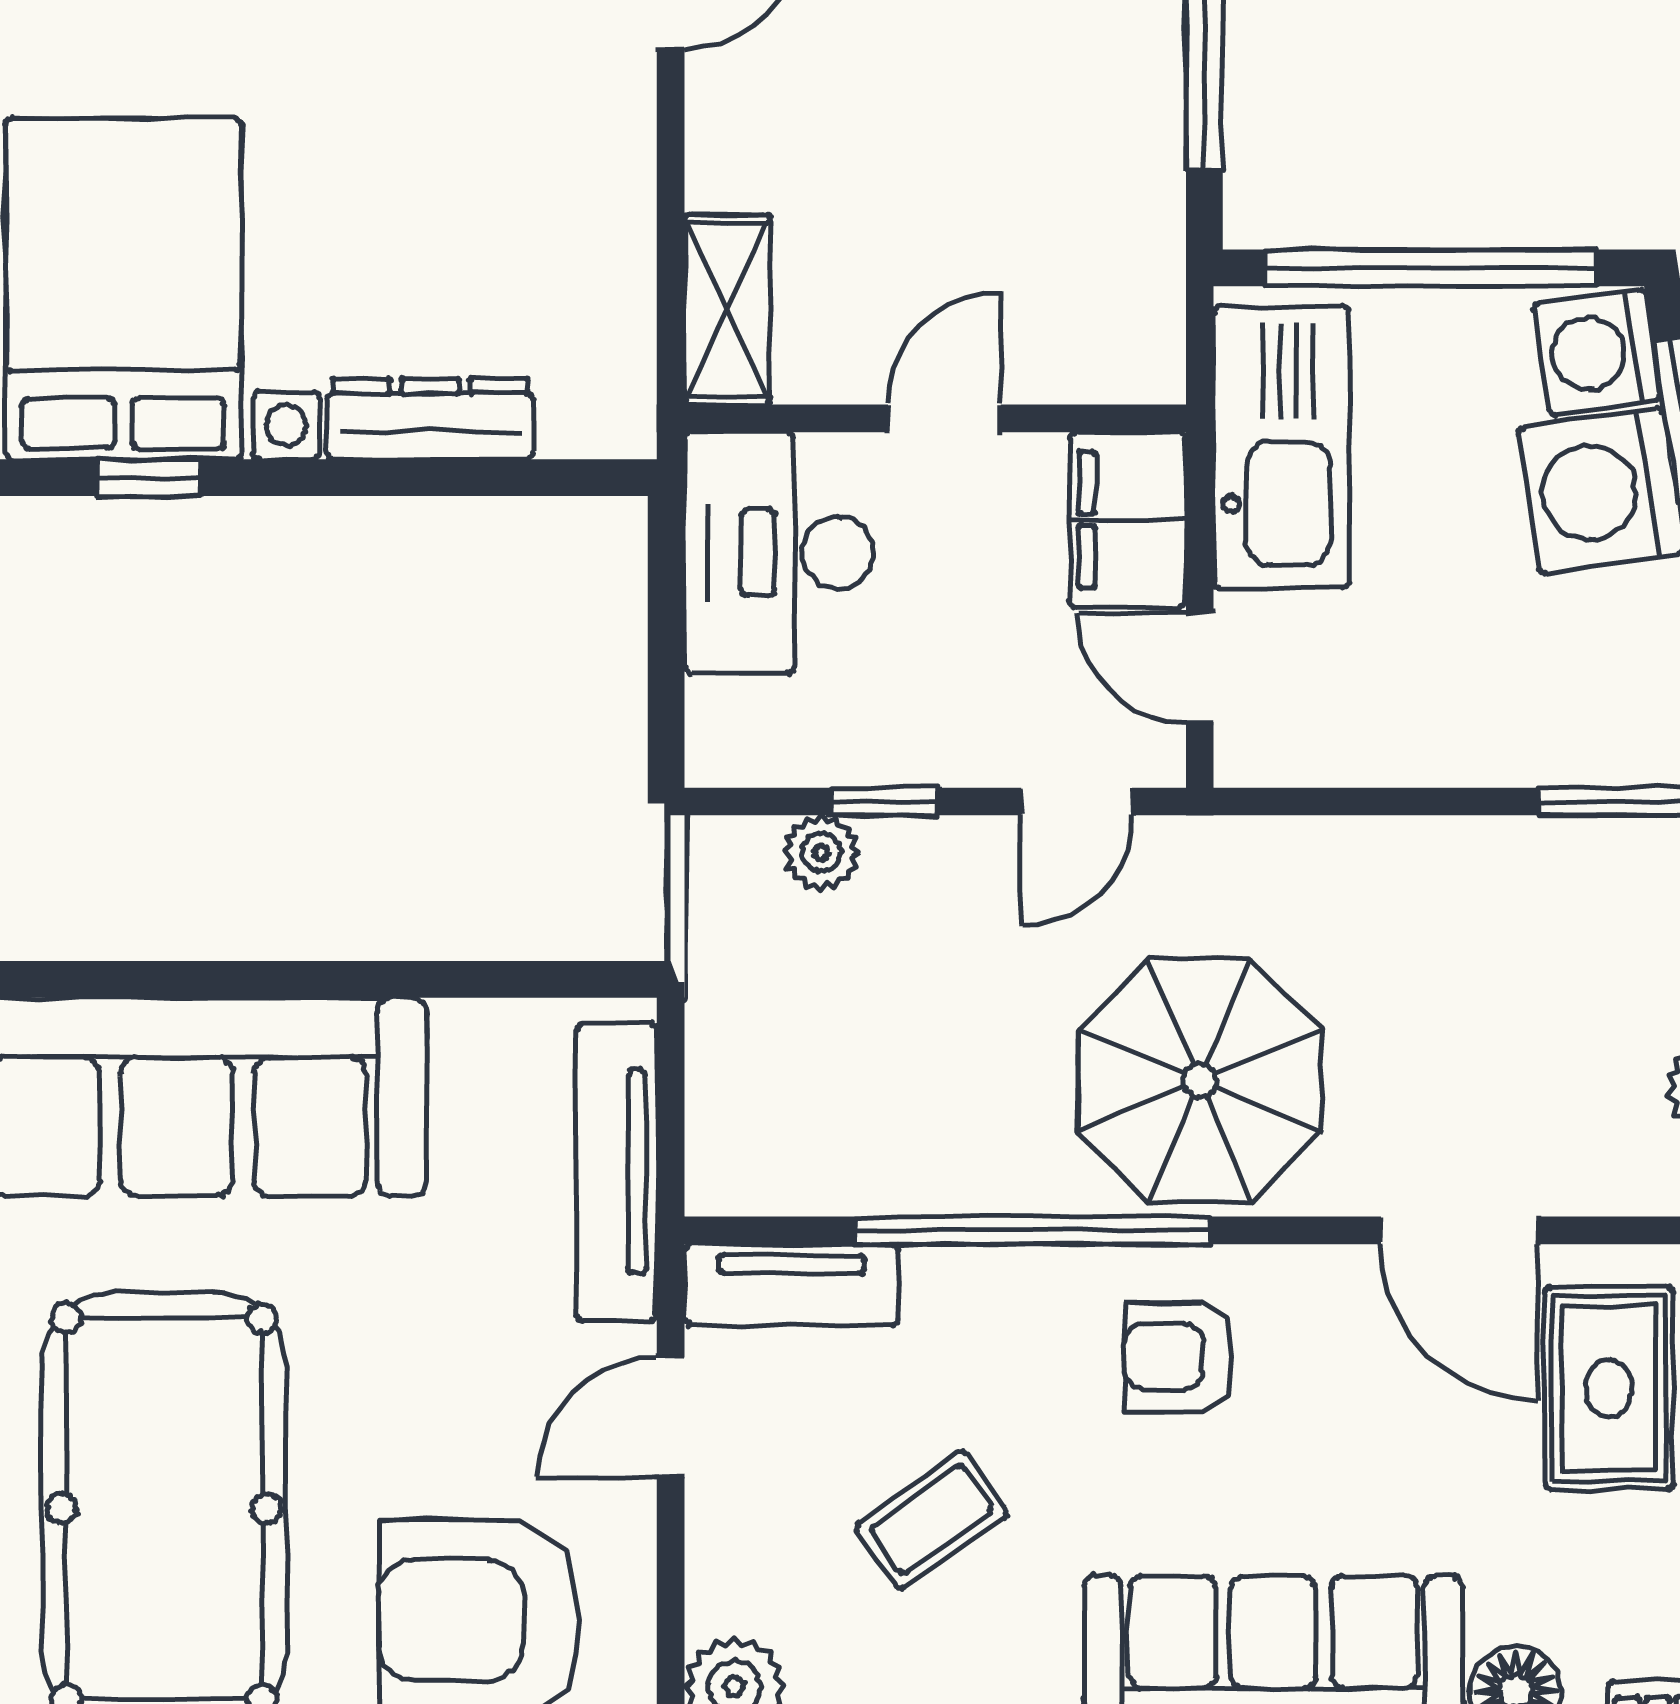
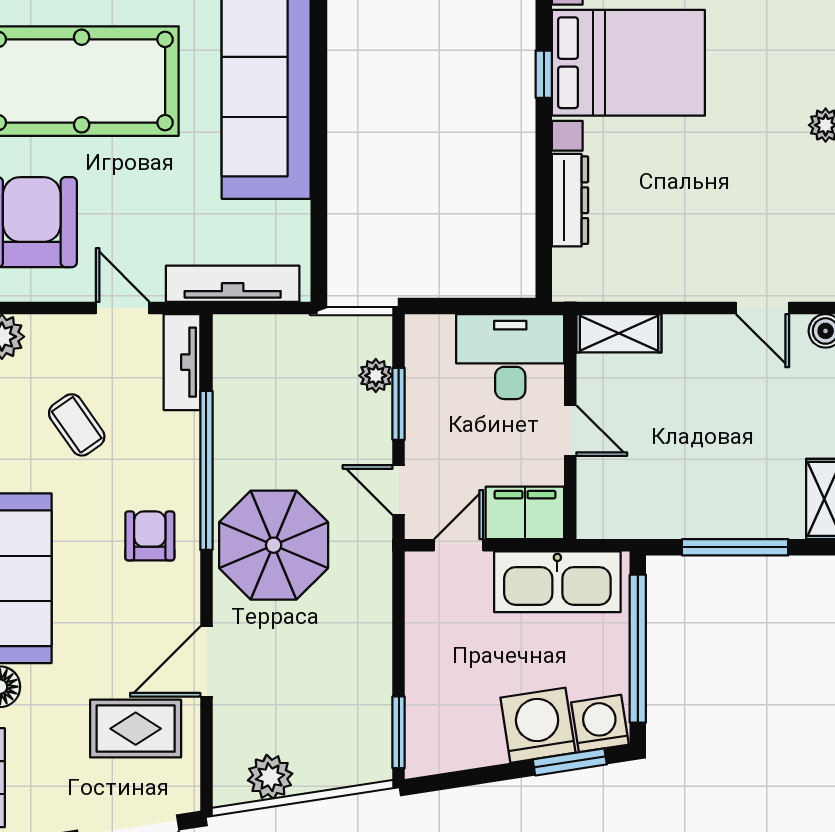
window: (884, 802) -> (399, 404), width x1.50

